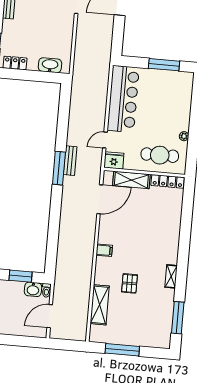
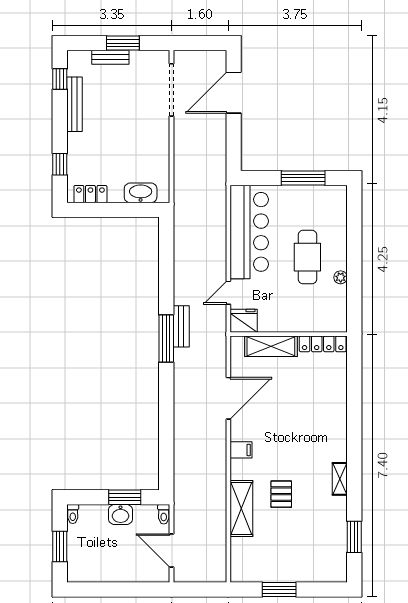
cafe table: (160, 155) -> (307, 257), moved, turned 90
door: (100, 199) -> (228, 398), moved
washbasin: (33, 289) -> (120, 514), moved
shelving: (100, 305) -> (241, 508), moved
door: (50, 316) -> (172, 551), hinge flipped
window: (178, 318) -> (354, 537), width x0.69
window: (122, 350) -> (279, 590), width x0.69

